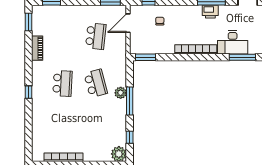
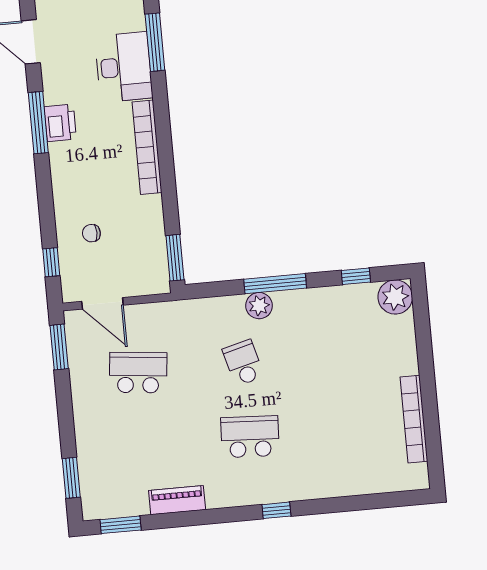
school desk: (96, 83) -> (243, 363), width x0.54

